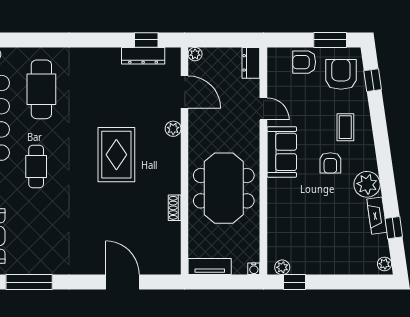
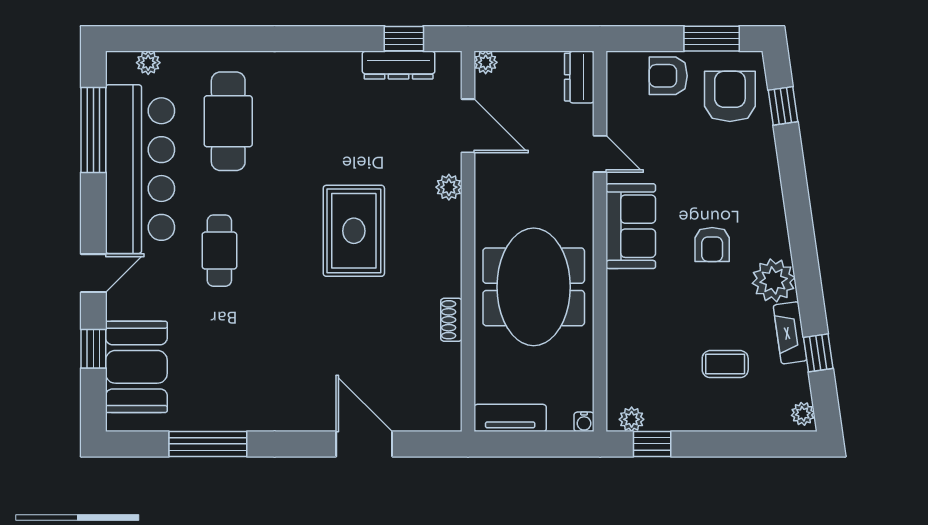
coffee table: (345, 127) -> (725, 364), moved, turned 90

